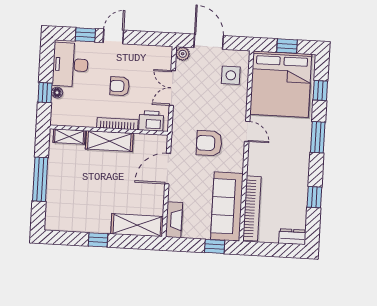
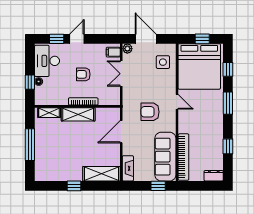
filing cabinet: (163, 58) -> (113, 52), added
printer: (151, 121) -> (107, 98), removed

